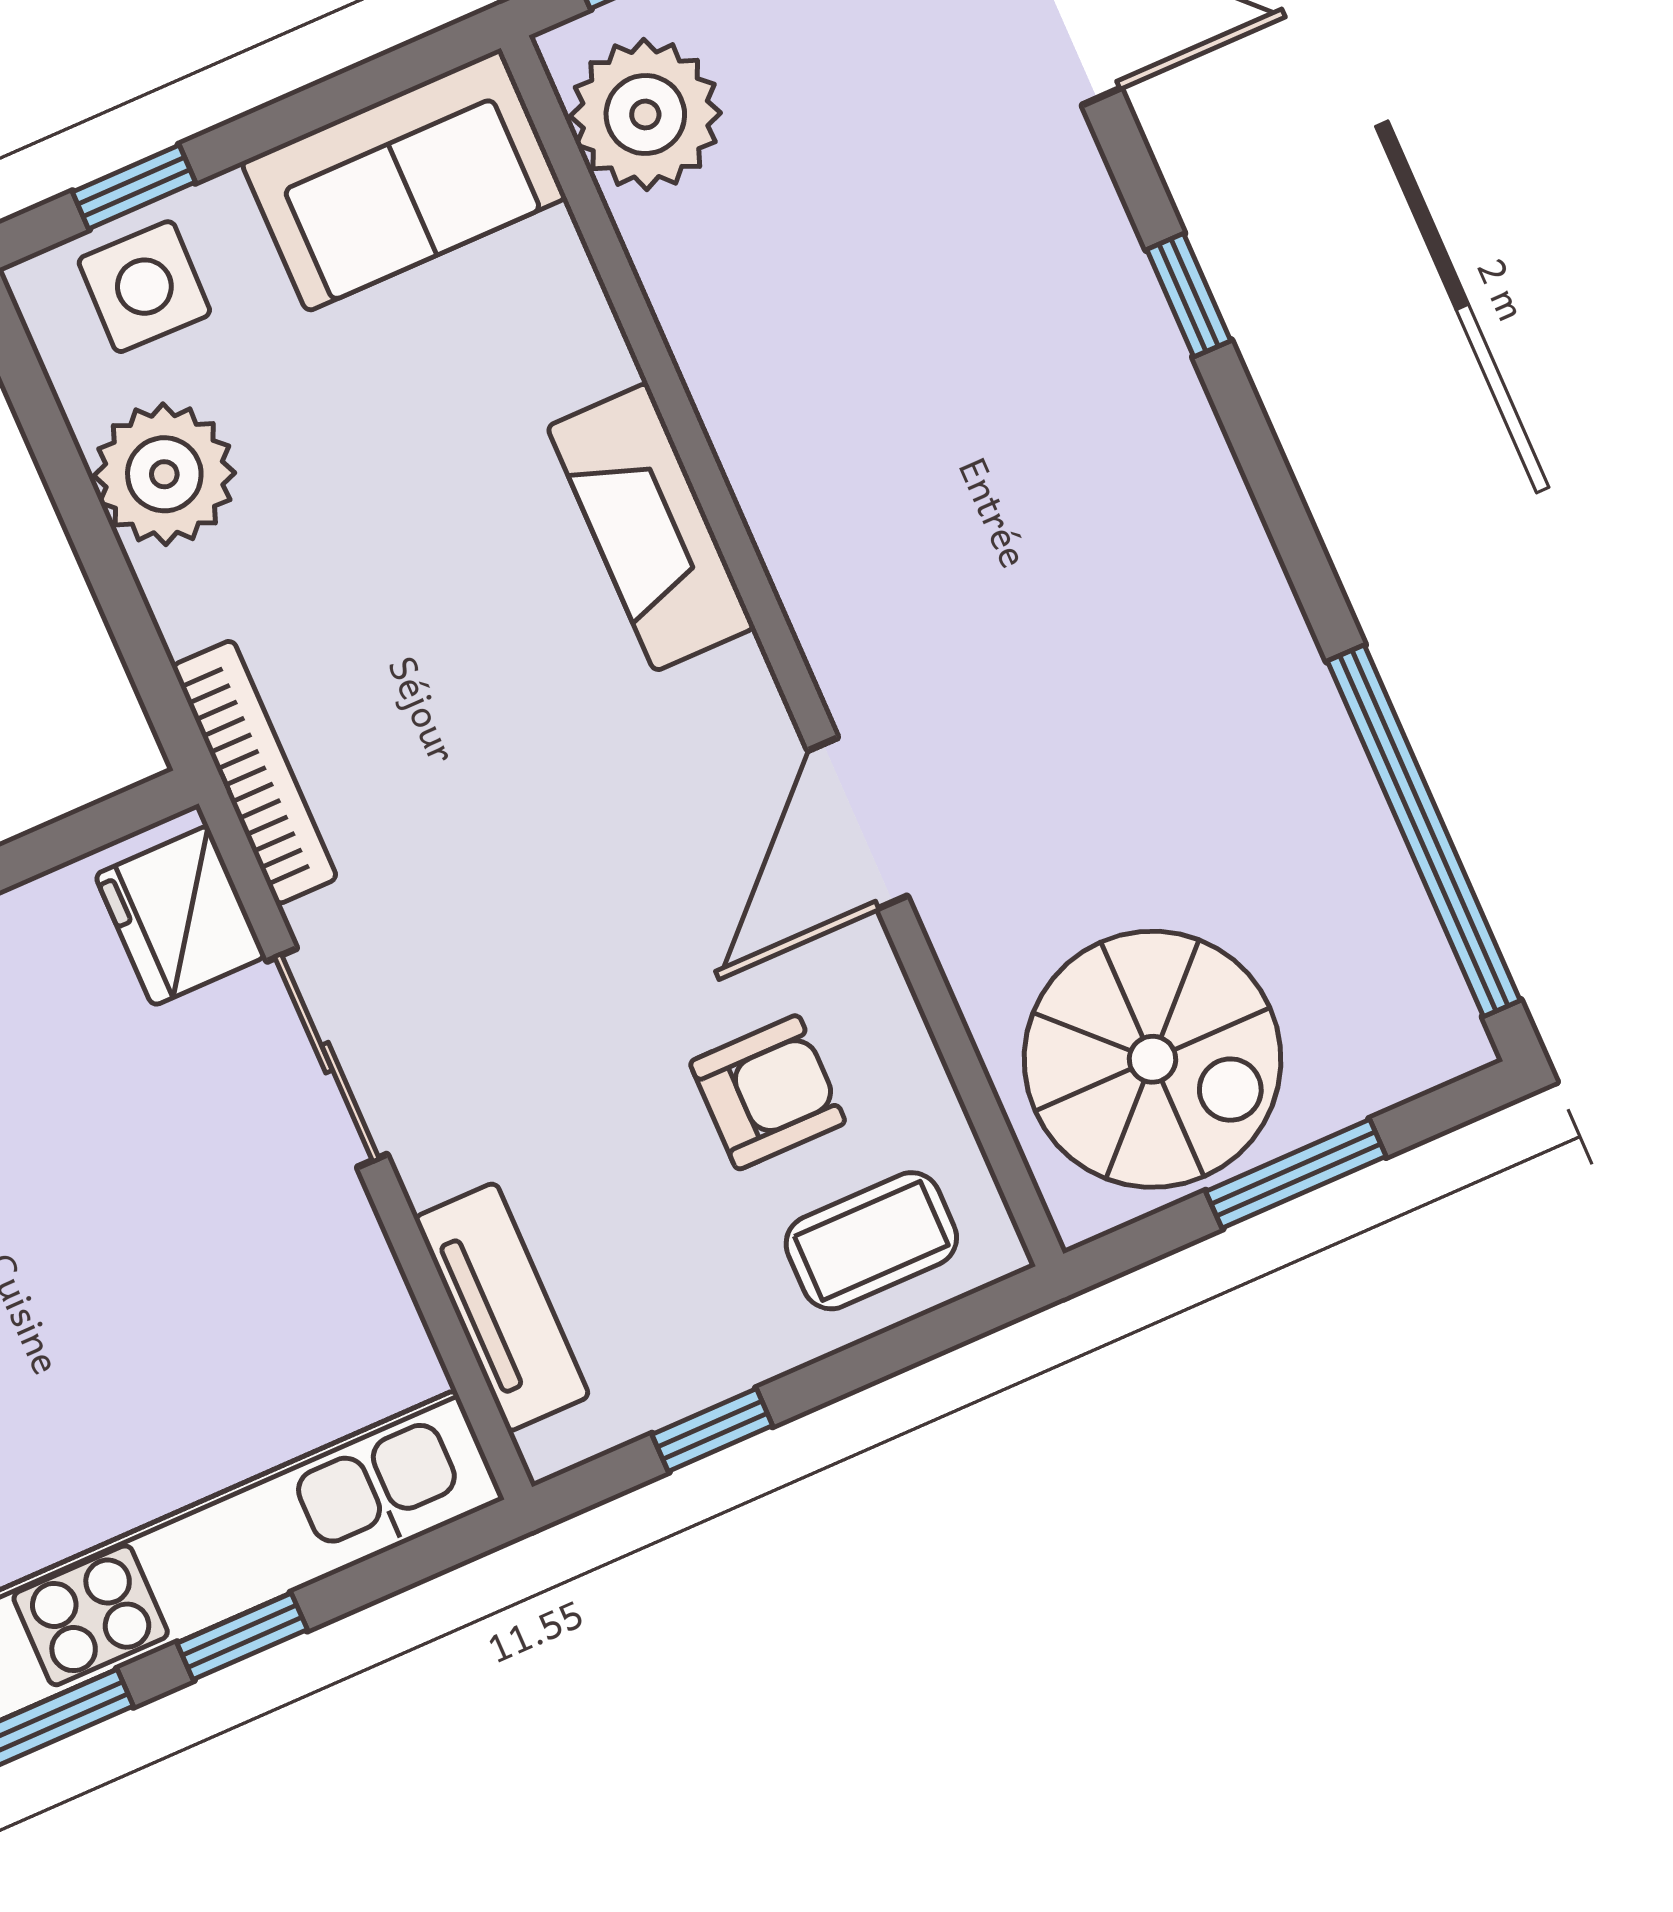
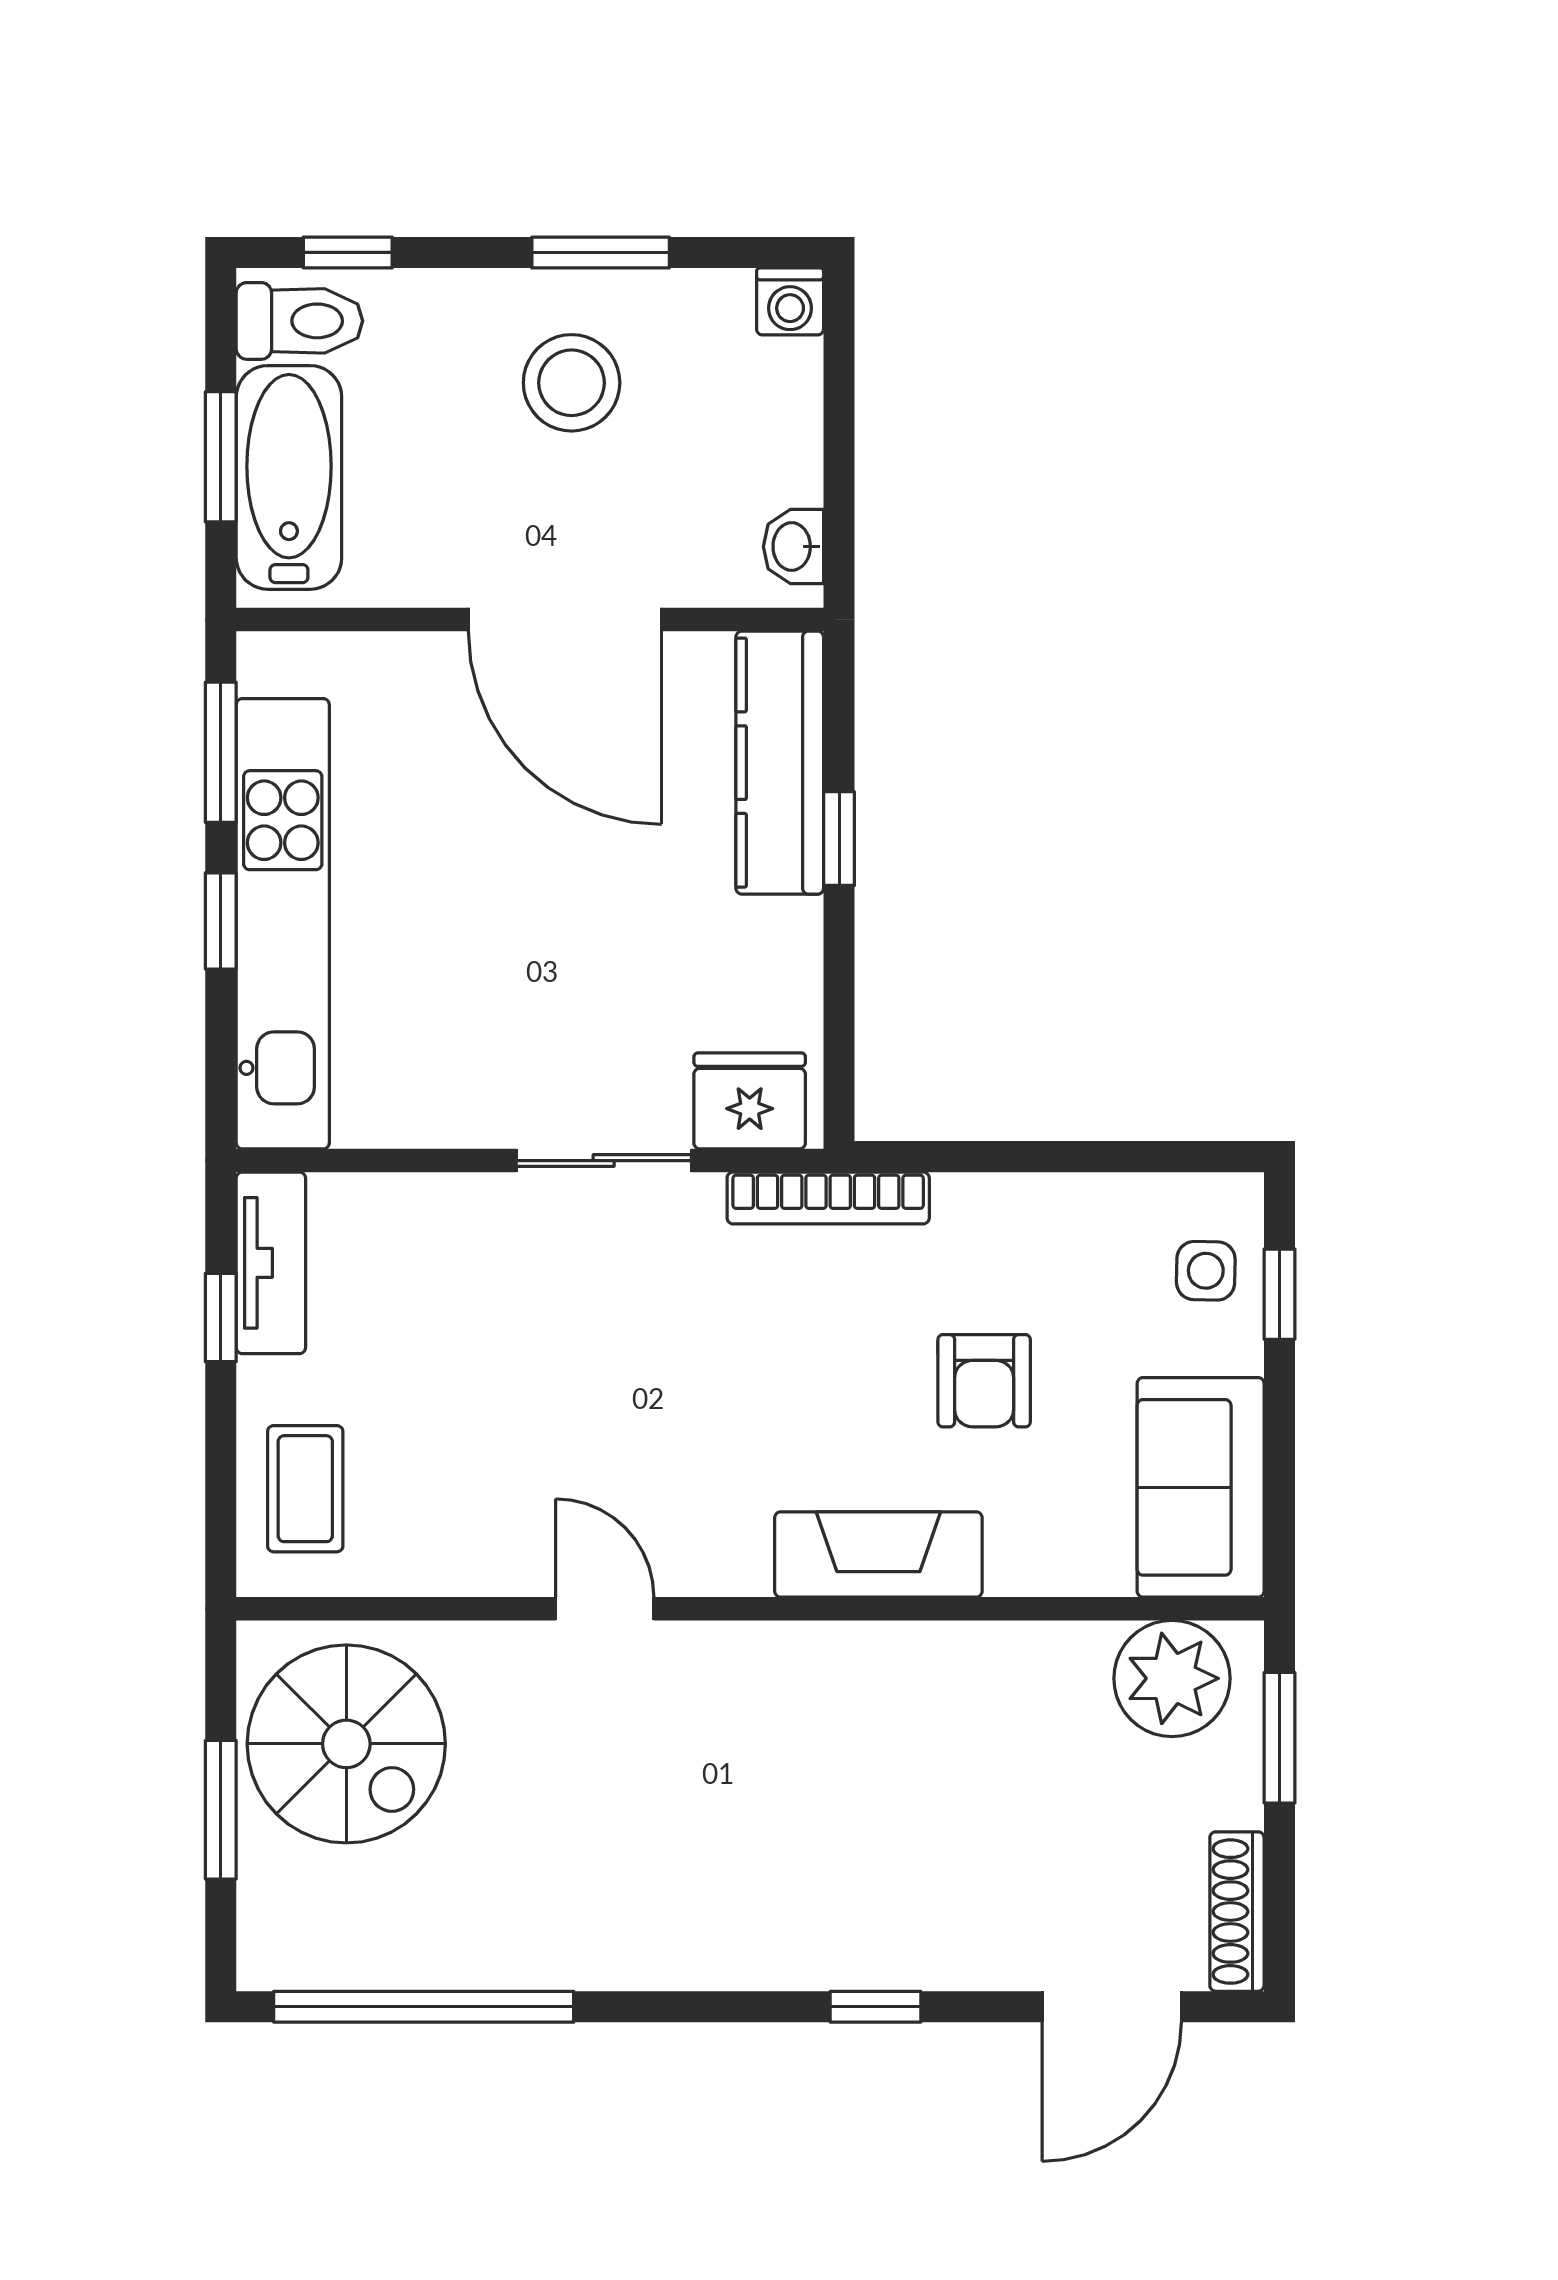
side table: (144, 287) -> (1206, 1271), width x0.73, depth x0.73
plant: (164, 474) -> (1067, 1227), removed
door: (858, 823) -> (605, 1609), width x0.73
spiral stairs: (1153, 1059) -> (346, 1744), turned -90
armchair: (768, 1092) -> (984, 1381), moved
tv unit: (502, 1307) -> (271, 1263), moved, turned -90

